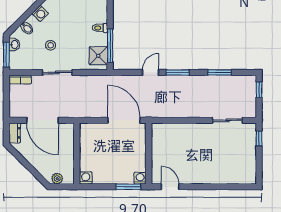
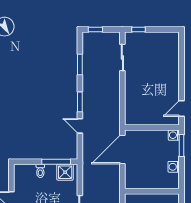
washing machine: (86, 178) -> (174, 167), moved

